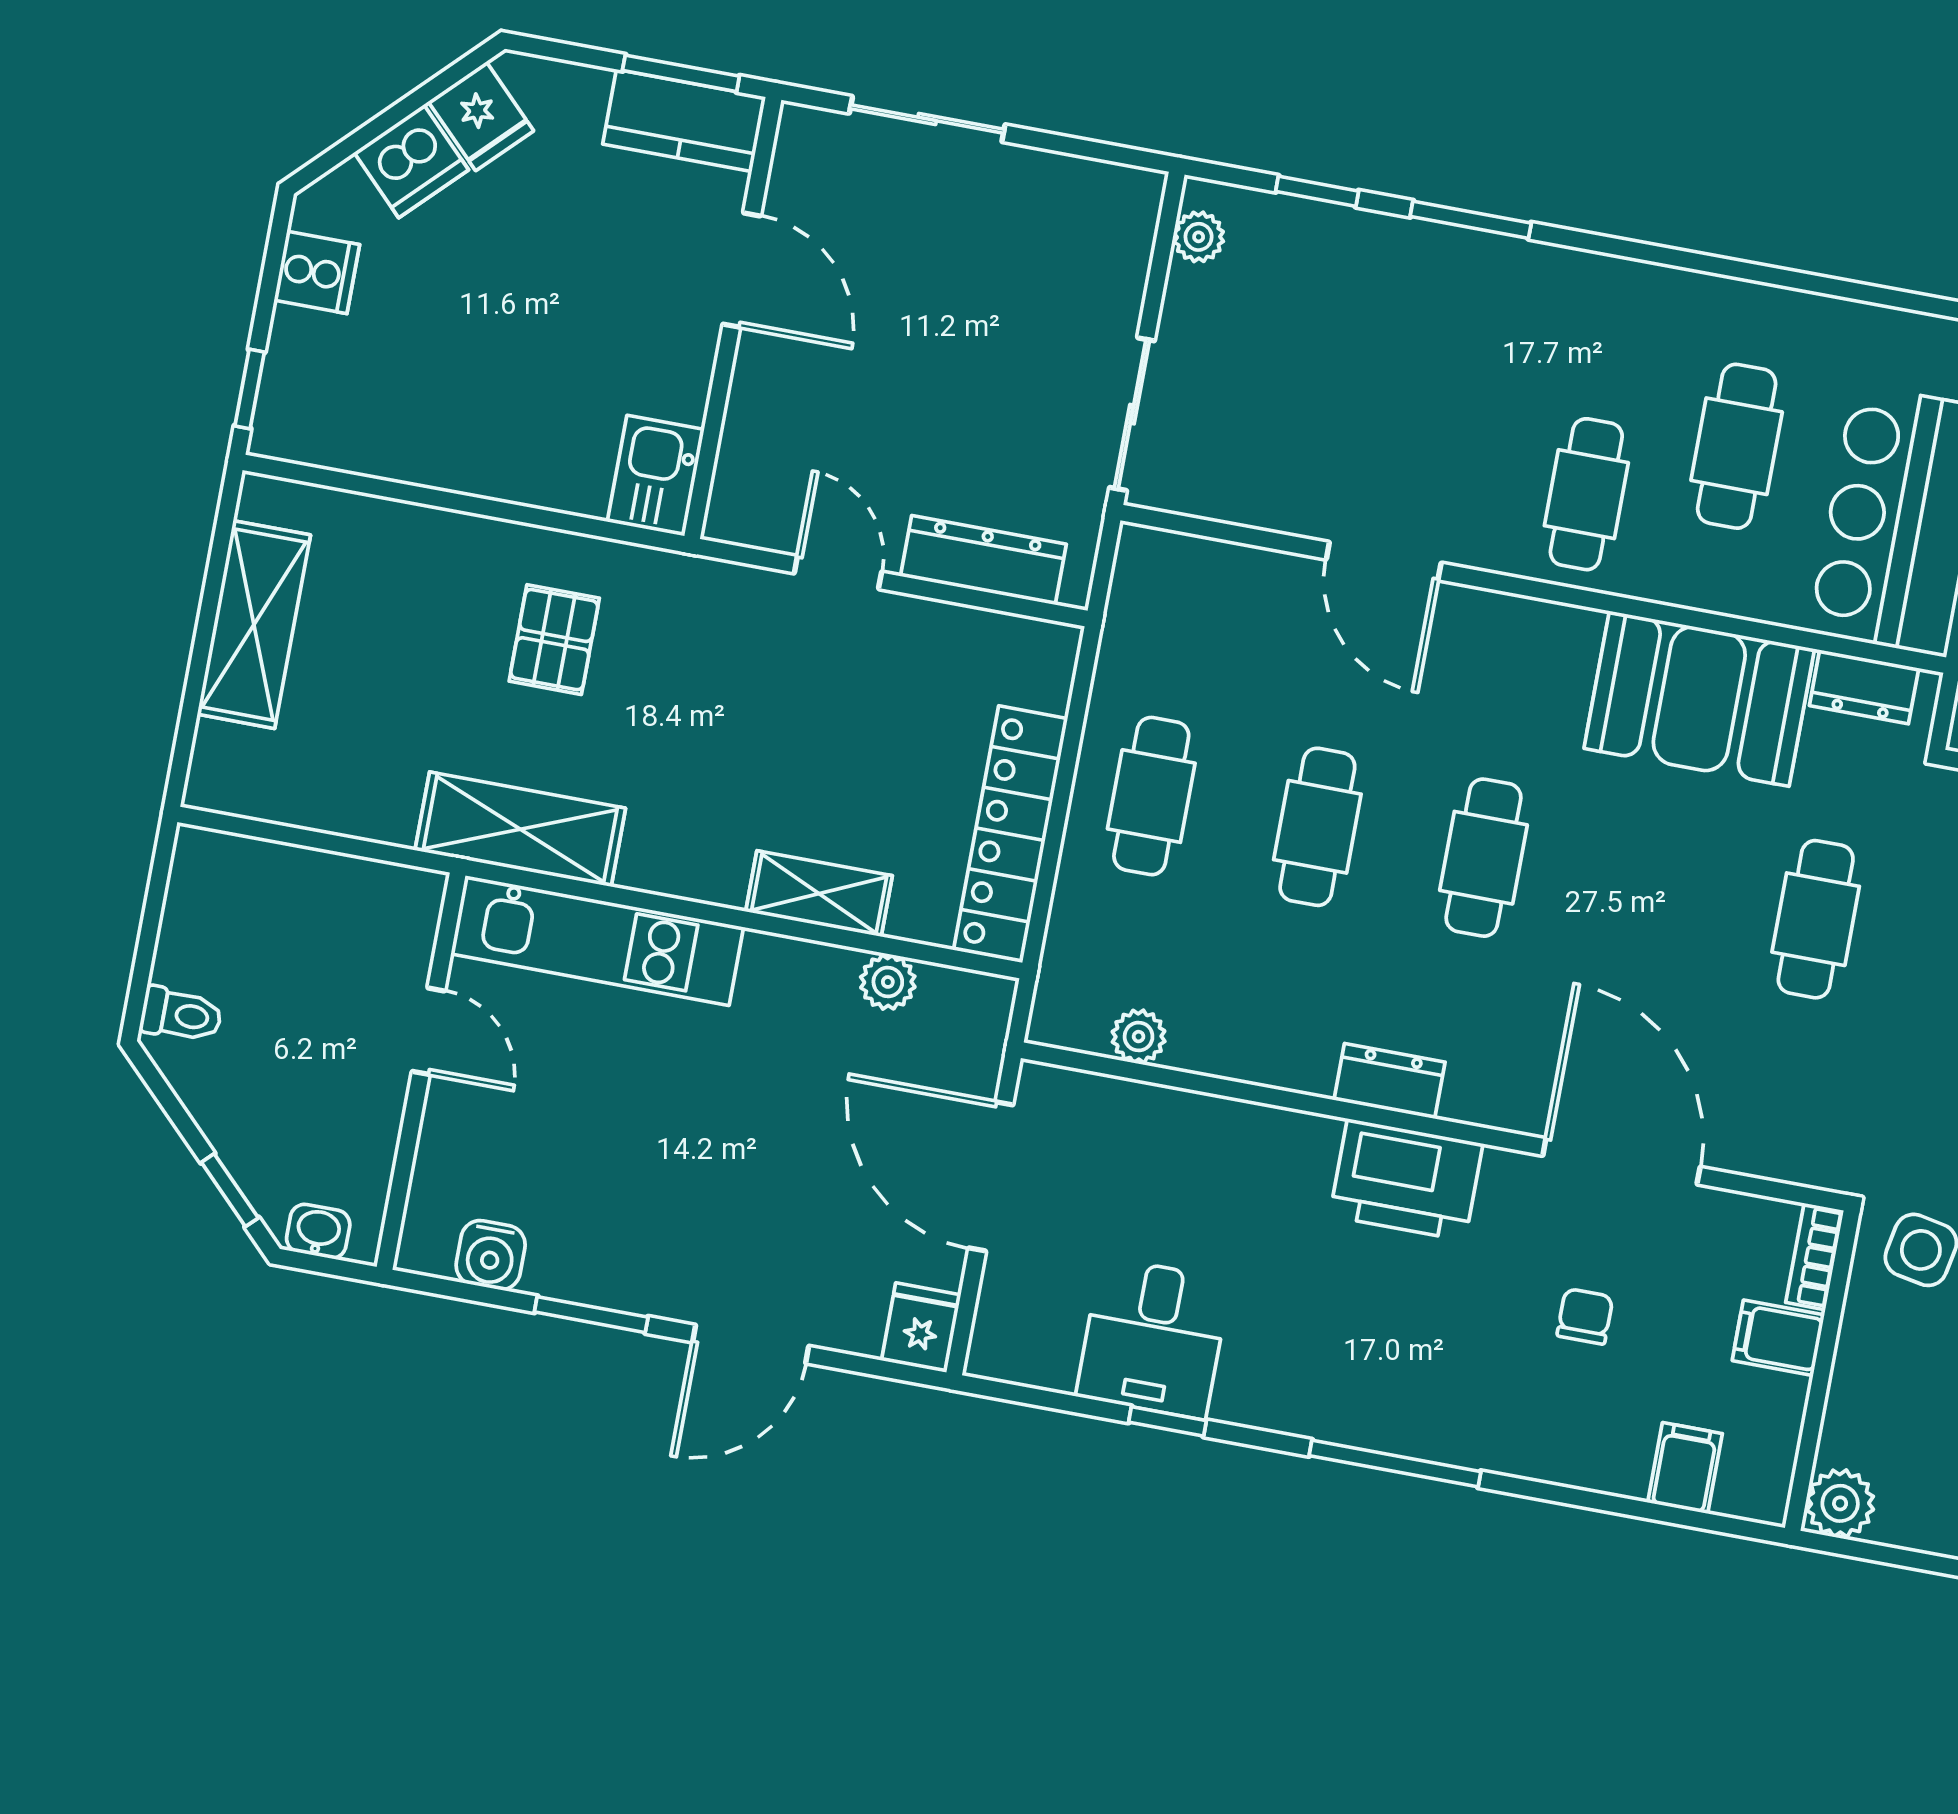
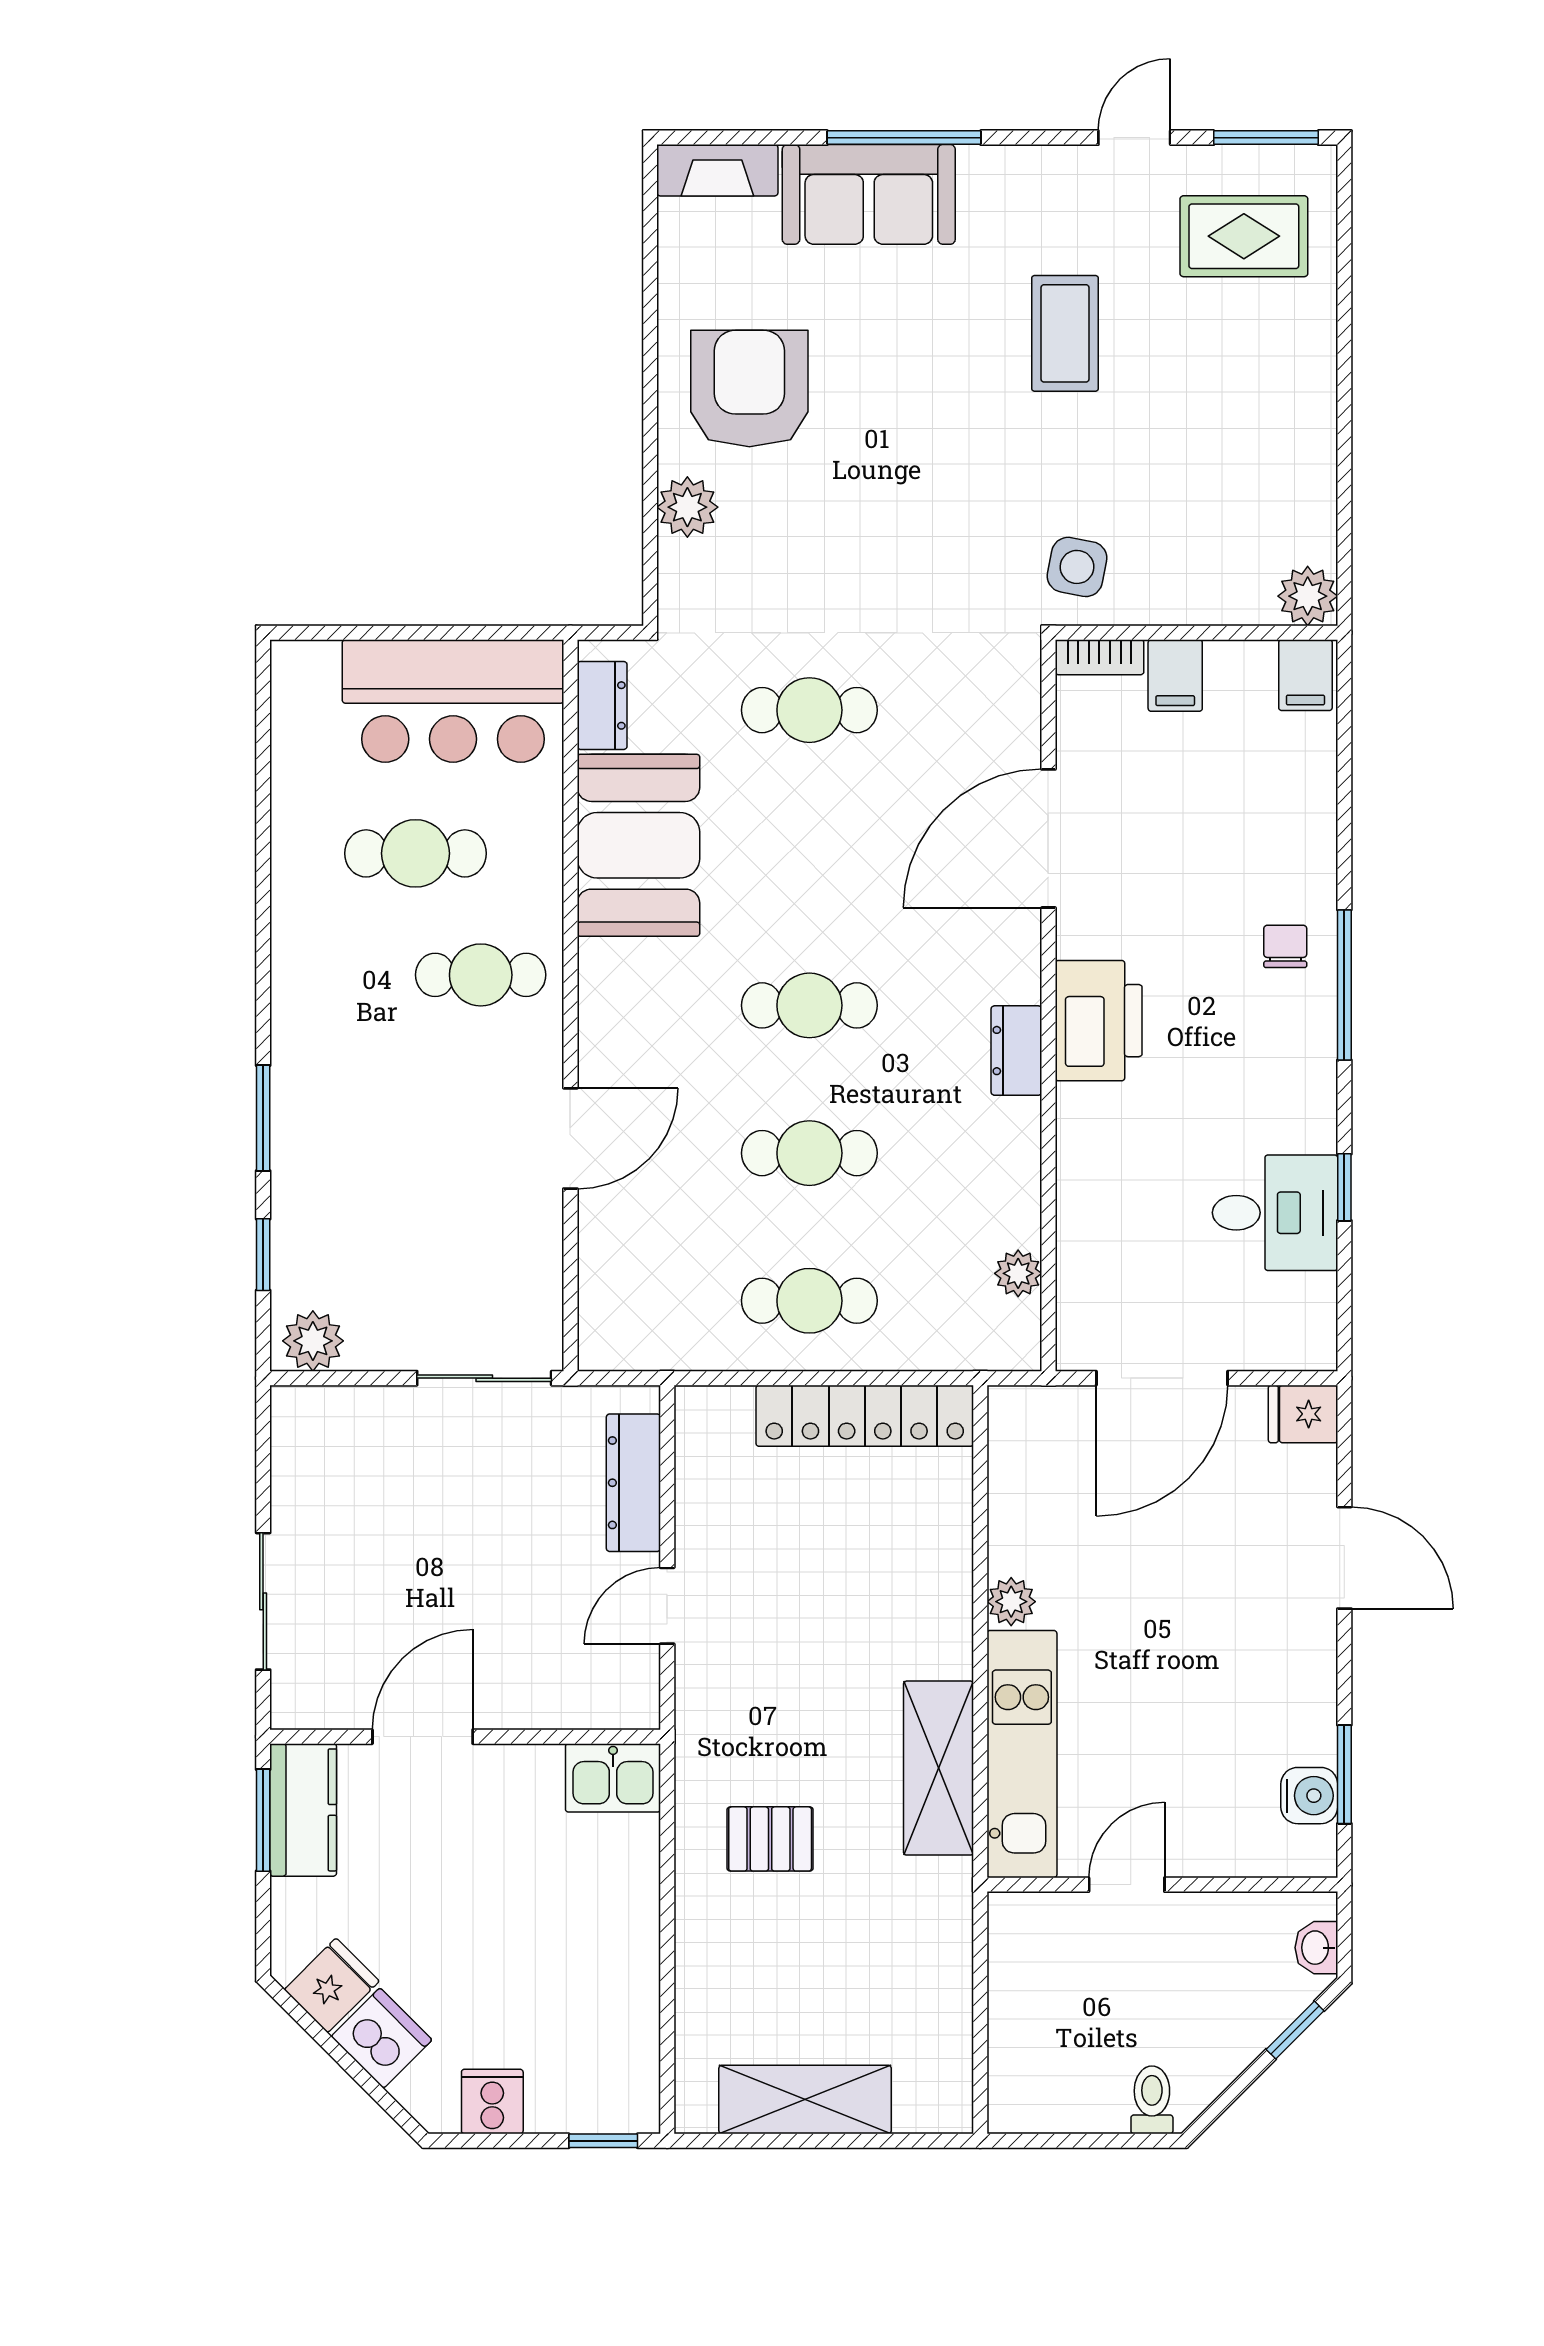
plant: (1199, 237) -> (313, 1341), width x1.38, depth x1.38
shelving: (520, 829) -> (938, 1768), moved
shelving: (819, 894) -> (946, 1571), removed
plant: (888, 982) -> (1011, 1602), moved
window: (591, 1315) -> (1344, 1774), moved
chair: (1585, 1316) -> (1285, 946), moved, turned 90
filing cabinet: (1685, 1468) -> (1305, 675), moved, turned -90

